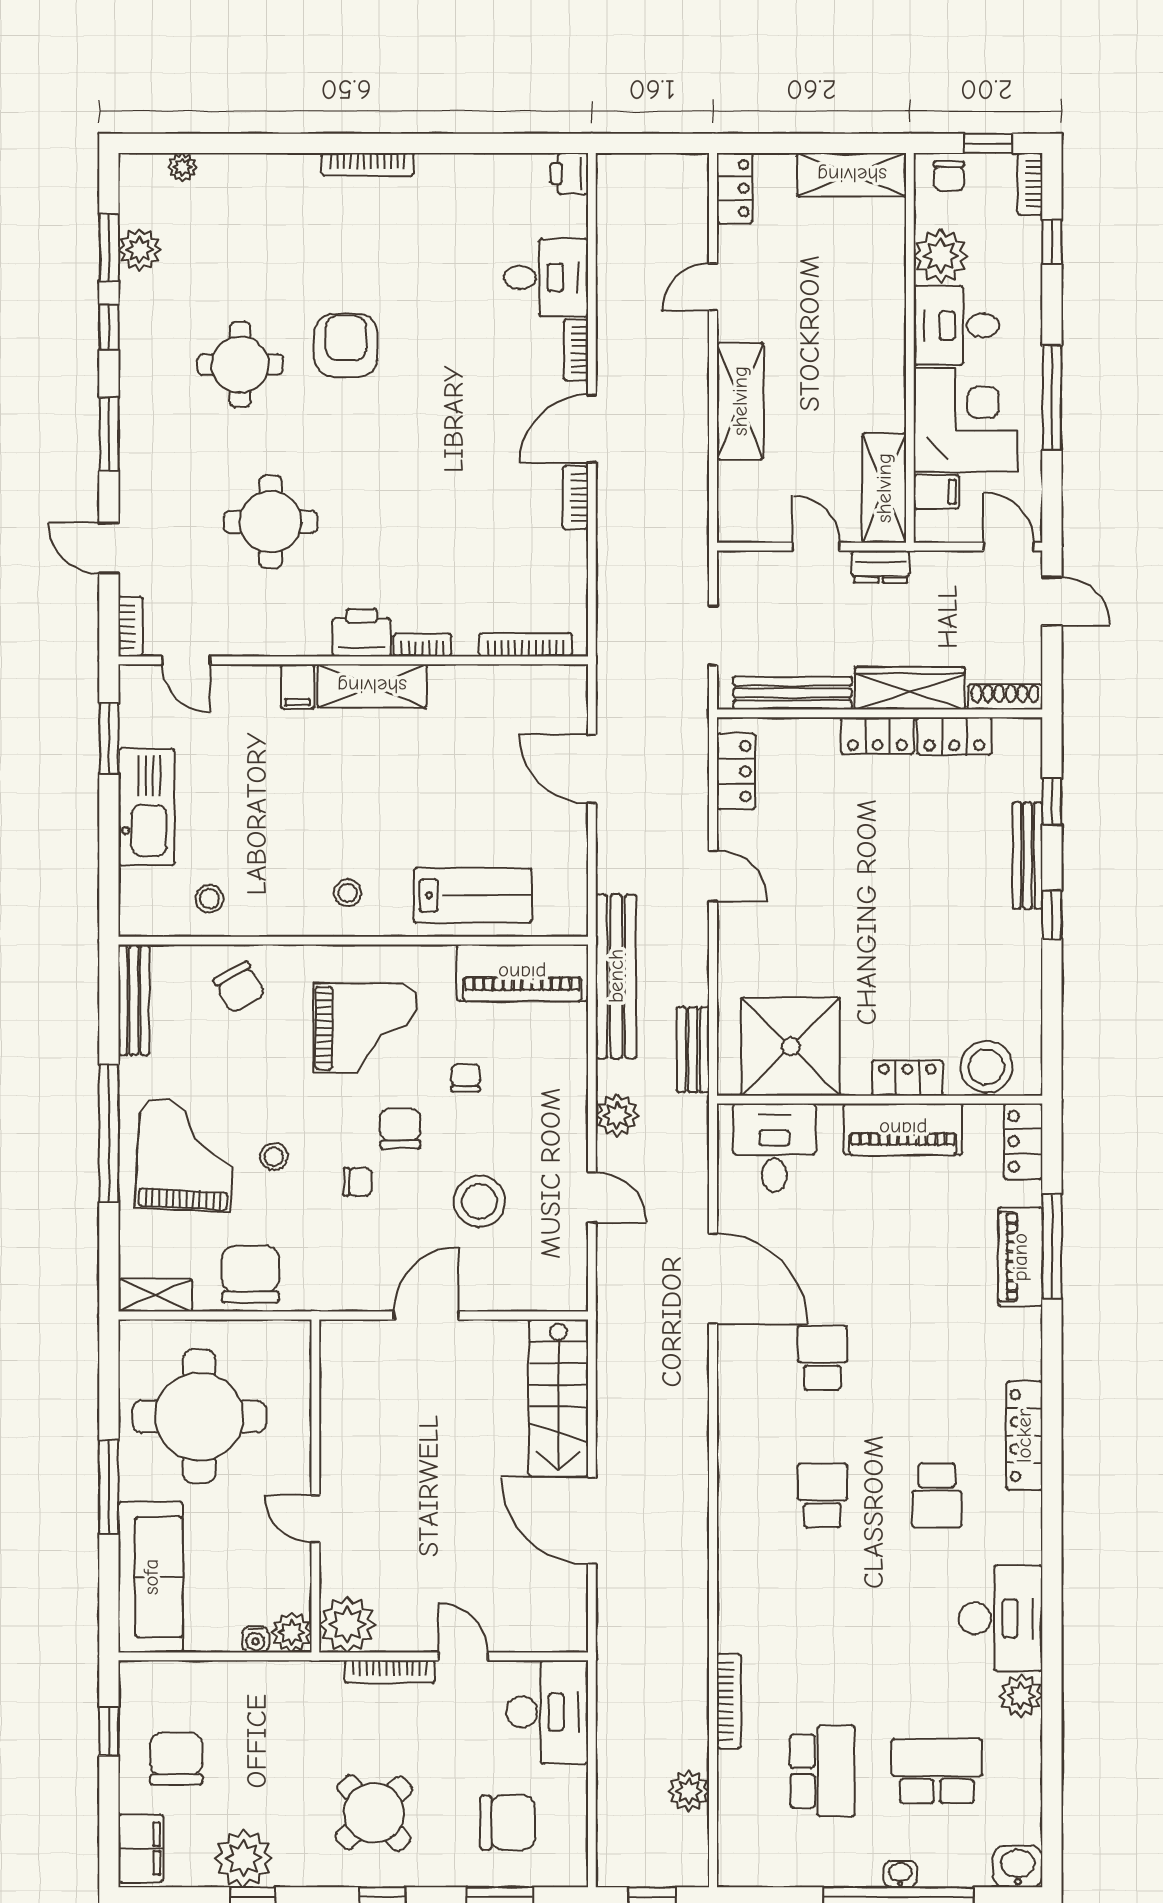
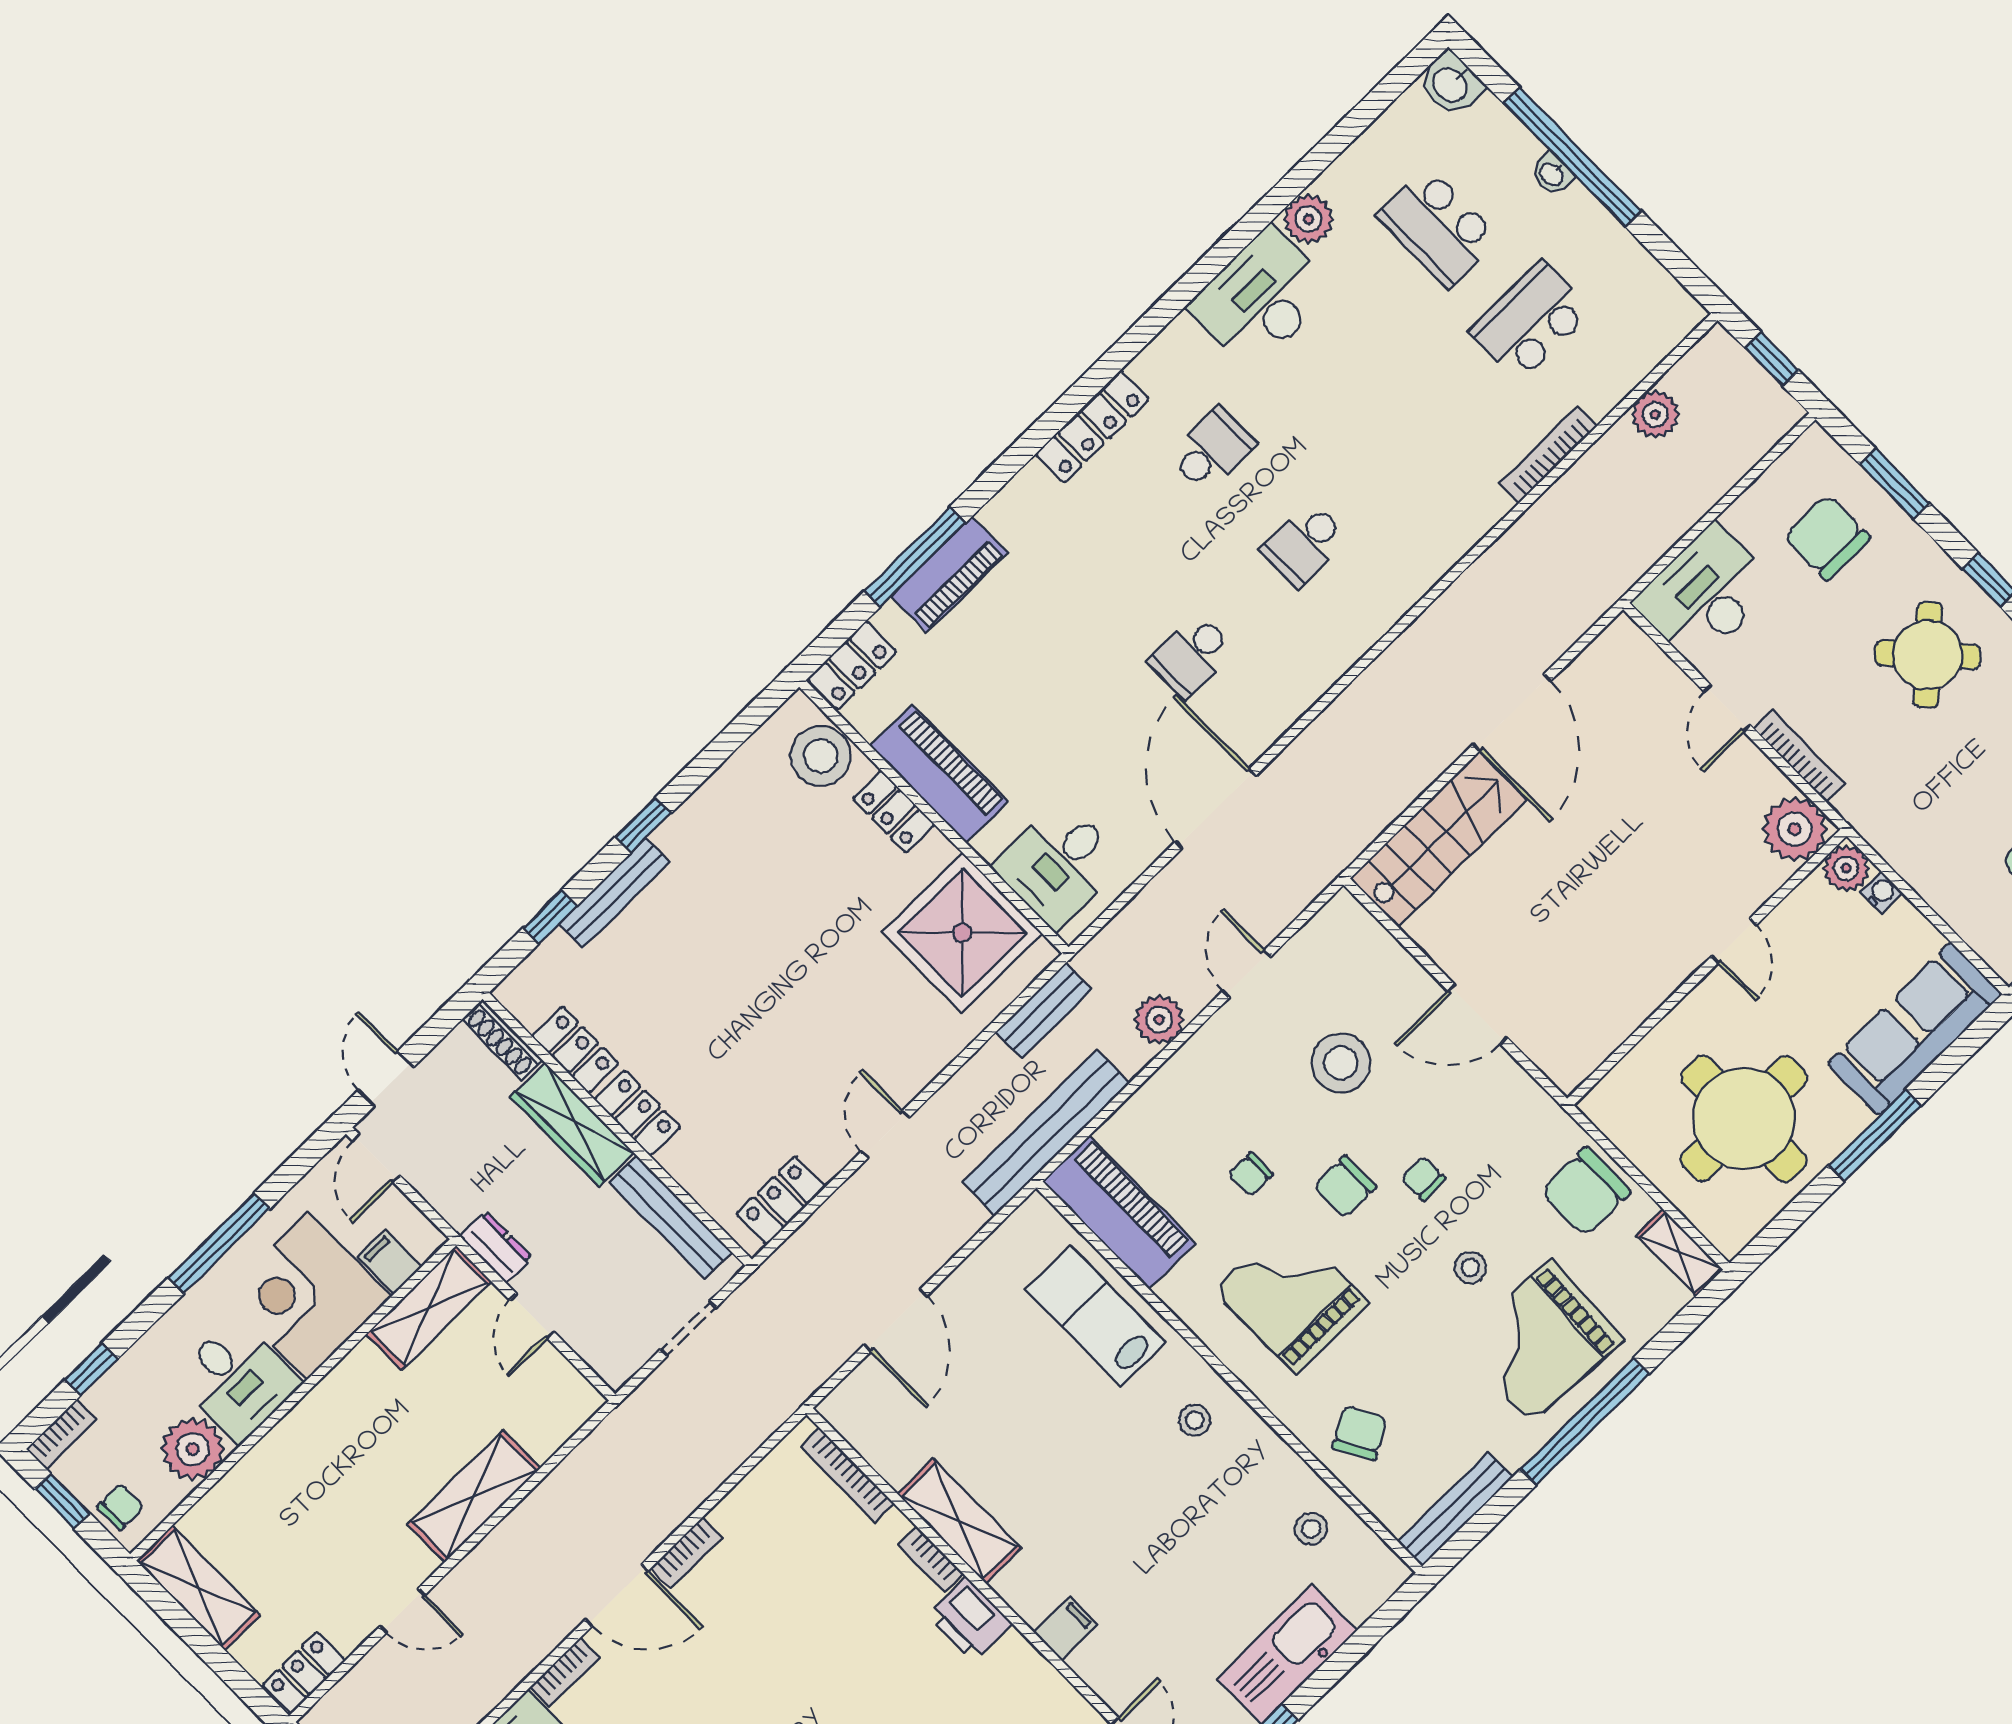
shelving: (372, 686) -> (959, 1521), moved

